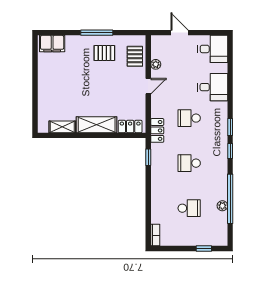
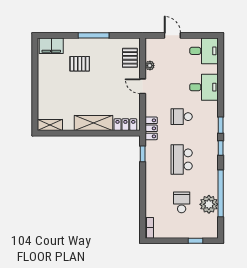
pallet: (104, 53) -> (80, 64), moved
door: (148, 86) -> (143, 86), swing flipped
shelving: (62, 127) -> (50, 125), moved
school desk: (189, 163) -> (182, 159), width x1.85
plant: (222, 206) -> (209, 204), width x1.87, depth x1.87
school desk: (189, 208) -> (182, 202), turned -90

